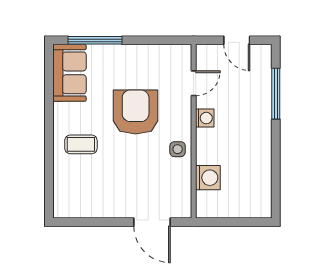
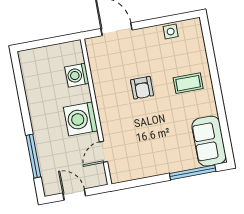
armchair: (136, 112) -> (142, 88), moved, width x0.53, depth x0.53
washing machine: (205, 118) -> (81, 119), width x1.89, depth x1.89
side table: (178, 149) -> (171, 32), moved

